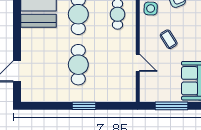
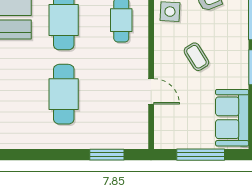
window: (84, 106) -> (107, 155), moved

